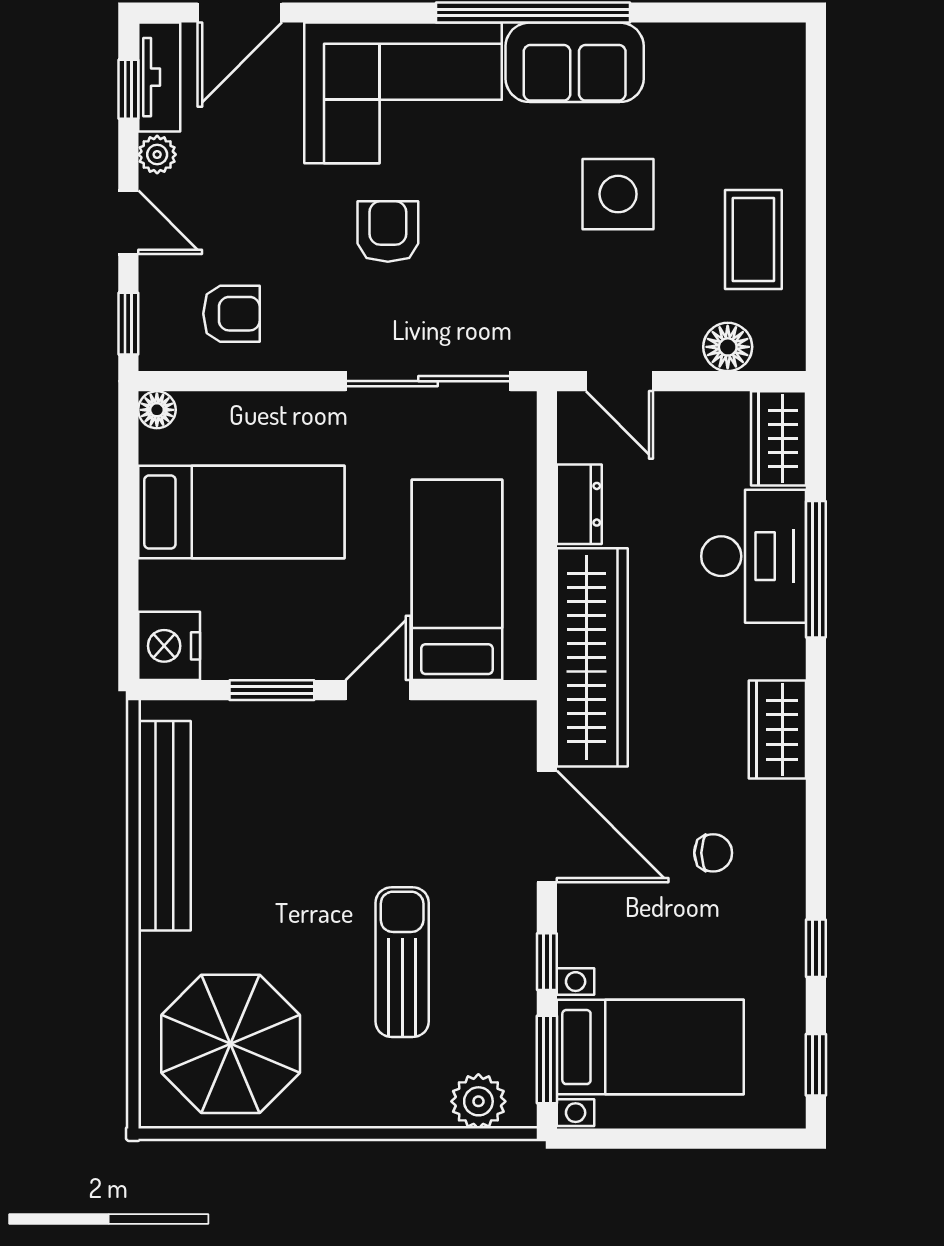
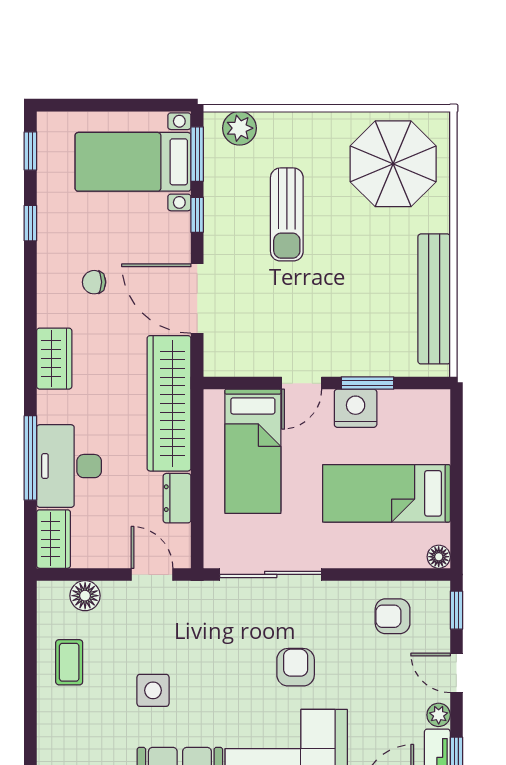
side table: (618, 194) -> (153, 690), width x0.73, depth x0.73
armchair: (388, 231) -> (296, 667), turned 180
coffee table: (753, 239) -> (69, 662), width x0.73, depth x0.77
nightstand: (169, 646) -> (356, 408), moved, turned -90

